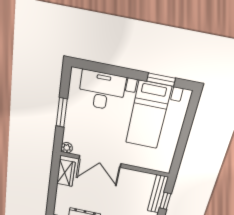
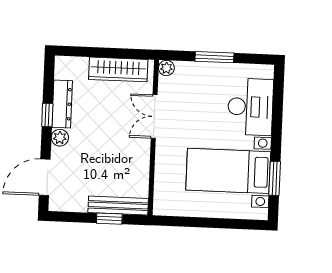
double door: (100, 161) -> (154, 116), width x0.73
wardrobe: (66, 173) -> (118, 69), width x1.50

